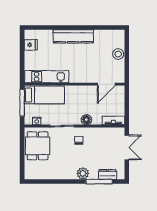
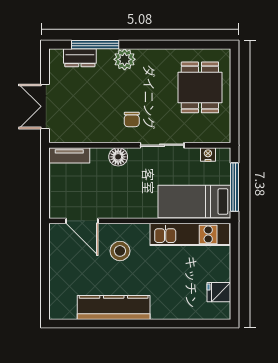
kitchen counter: (73, 36) -> (114, 307), moved
stool: (118, 54) -> (120, 251), moved
door: (106, 84) -> (82, 221), swing flipped
dining table: (38, 146) -> (200, 87), moved

